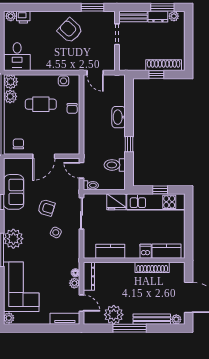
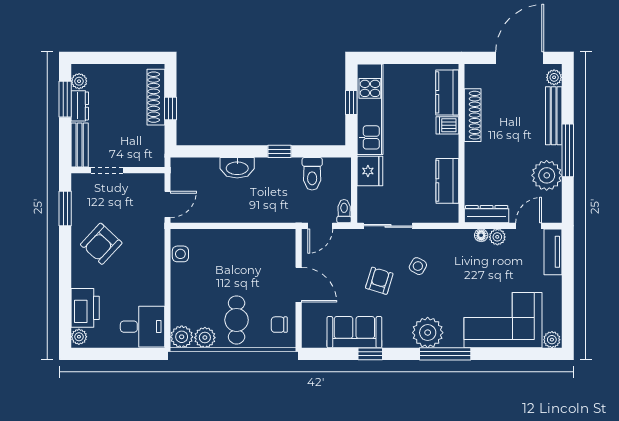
printer: (23, 17) -> (85, 308), width x1.87, depth x1.48
cafe table: (41, 104) -> (237, 320), moved
chair: (72, 108) -> (224, 240), removed

